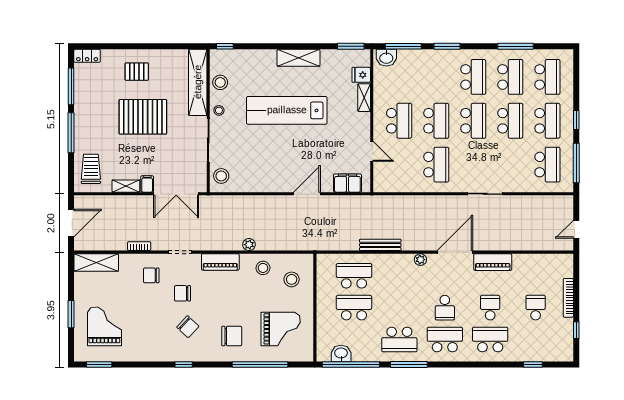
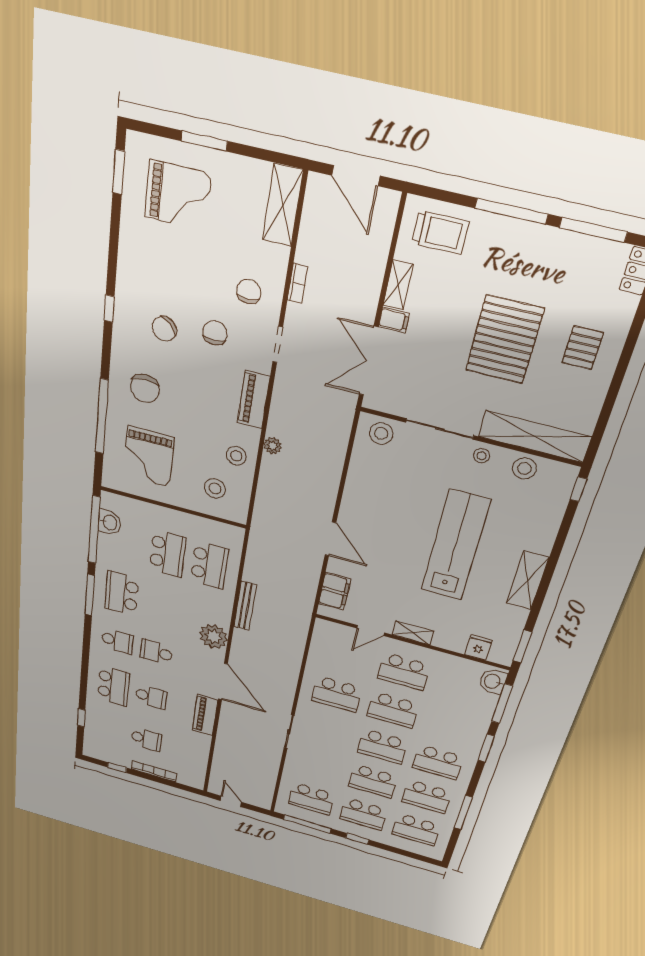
shelving: (364, 98) -> (413, 633), moved
plant: (420, 260) -> (213, 636), width x1.87, depth x1.87
school desk: (445, 340) -> (117, 641), width x0.54

